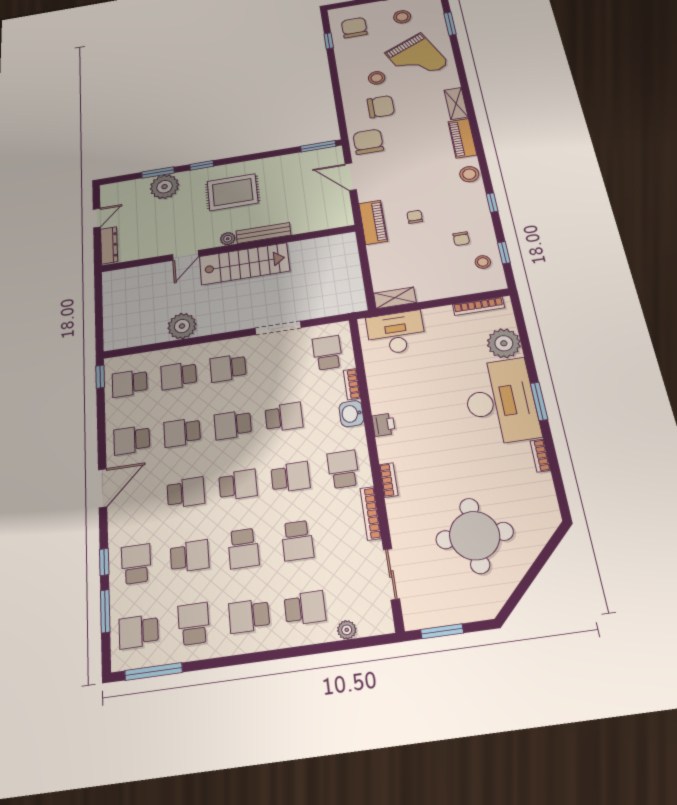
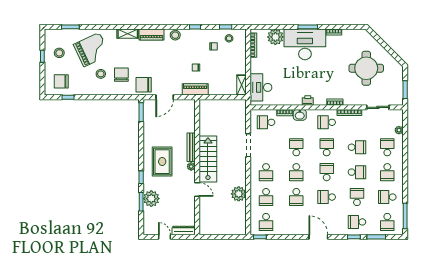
school desk: (132, 440) -> (296, 222), removed
school desk: (186, 492) -> (327, 197), turned -90

